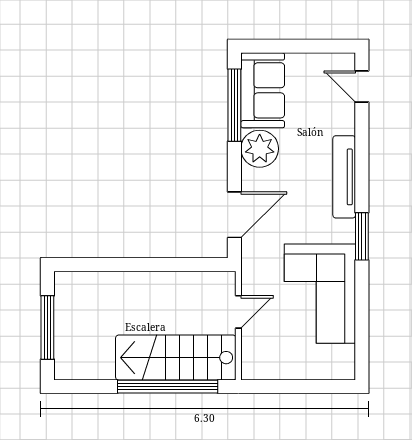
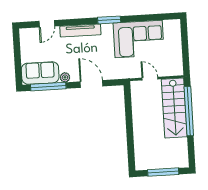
door: (362, 86) -> (47, 24), moved
plant: (260, 149) -> (65, 77), width x0.53, depth x0.53
door: (234, 215) -> (92, 84), moved

